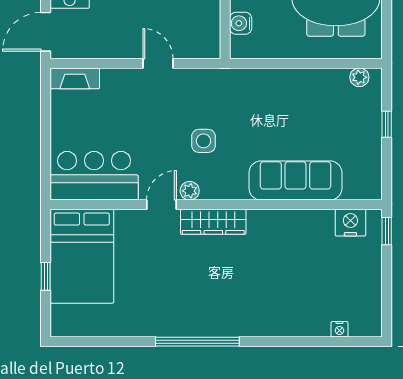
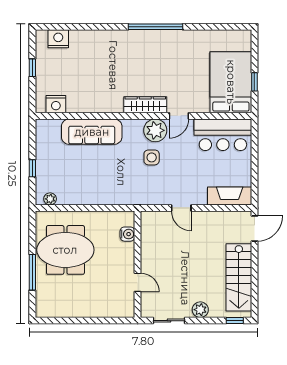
fireplace: (75, 78) -> (230, 196), width x1.37, depth x1.32
plant: (190, 191) -> (155, 130), width x1.87, depth x1.87
window: (387, 231) -> (32, 68), moved
window: (46, 276) -> (254, 82), moved
nightstand: (339, 329) -> (58, 39), width x1.89, depth x1.79

